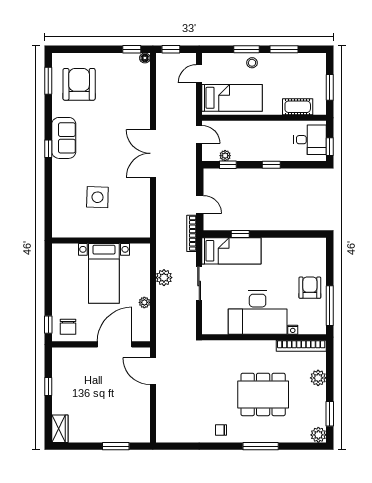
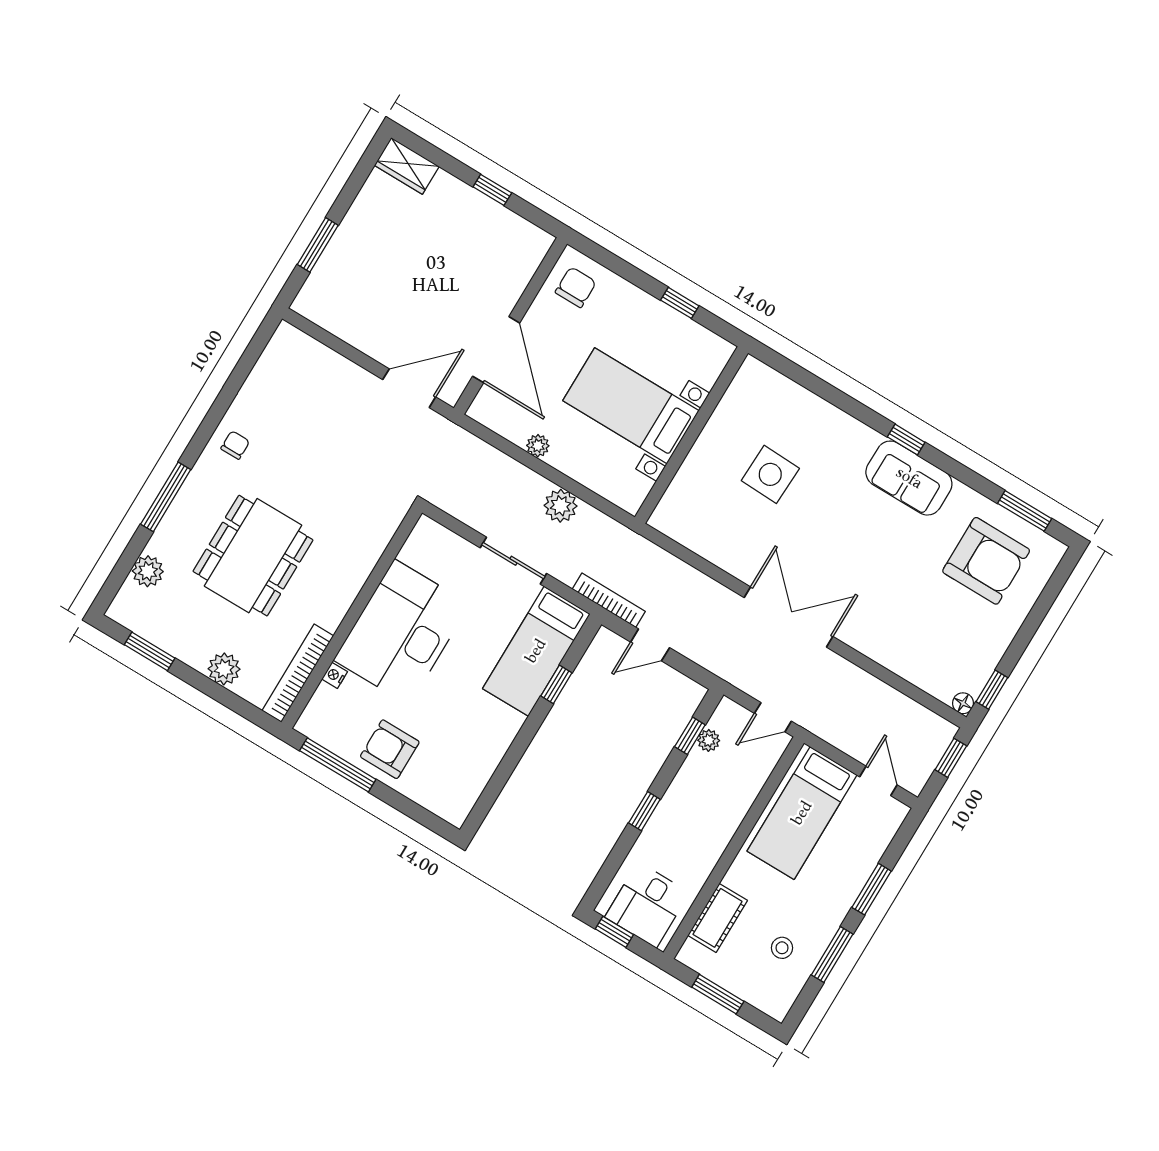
stool: (252, 63) -> (782, 948), moved
armchair: (310, 288) -> (390, 749), turned 180
window: (48, 325) -> (680, 303), moved
chair: (68, 327) -> (576, 287), turned 90
plant: (318, 435) -> (148, 571), moved

